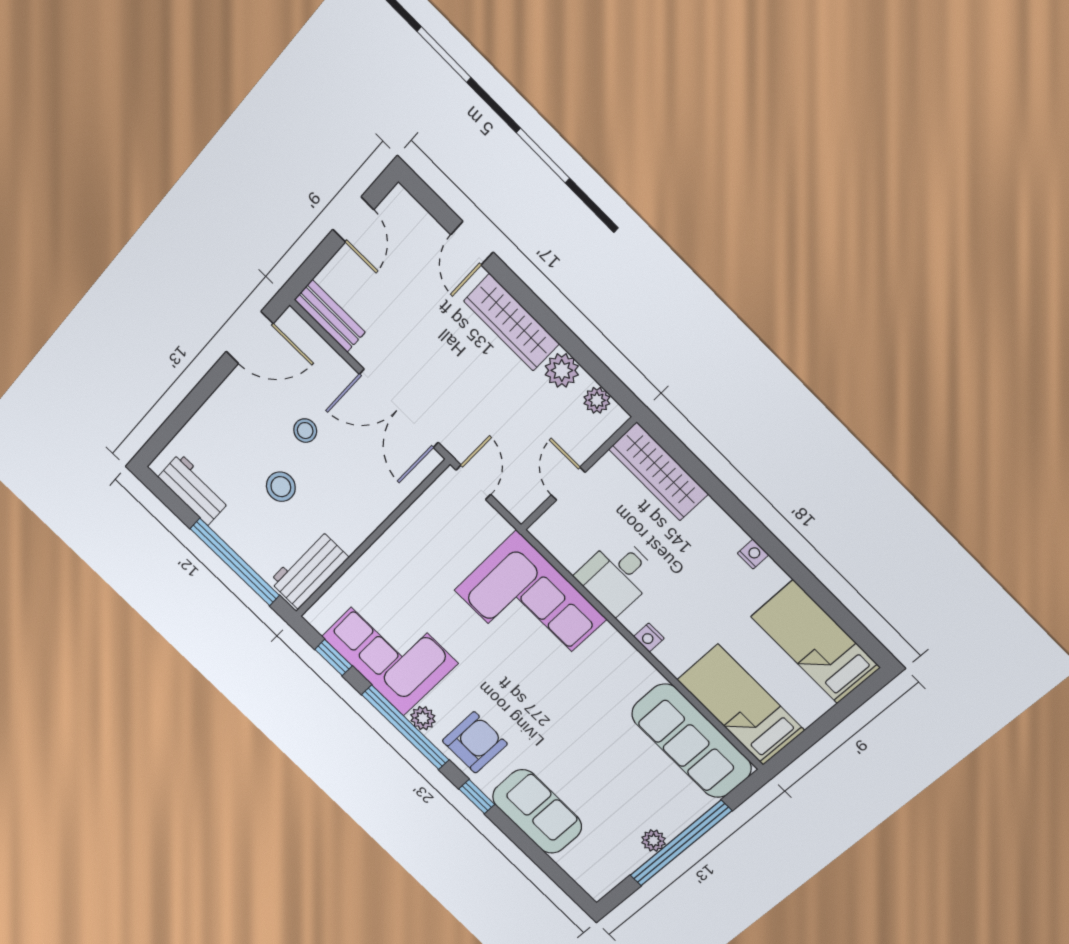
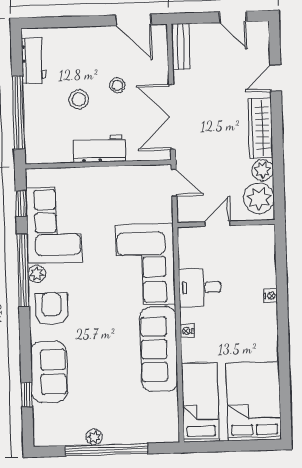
door: (353, 220) -> (233, 17), hinge flipped
plant: (597, 400) -> (259, 198), width x1.87, depth x1.87
wardrobe: (658, 472) -> (264, 256), removed
door: (473, 482) -> (174, 183), hinge flipped
nightstand: (753, 554) -> (270, 296), moved
workbench: (309, 570) -> (100, 149), moved
bed: (816, 642) -> (254, 401), width x1.50
sofa: (691, 741) -> (159, 349), moved
armchair: (475, 742) -> (51, 309), turned -90
window: (477, 797) -> (27, 394), moved

